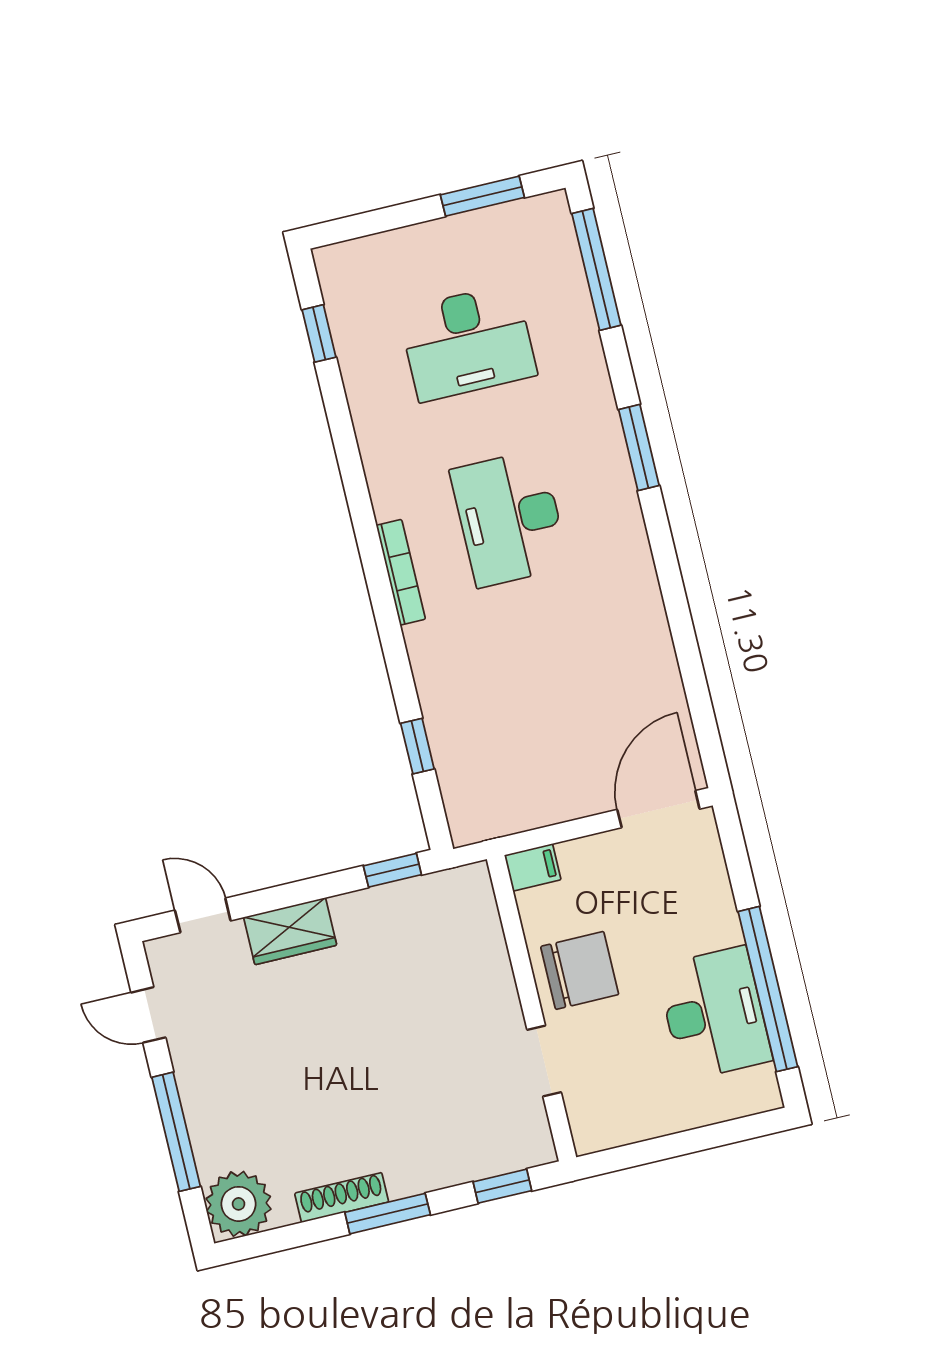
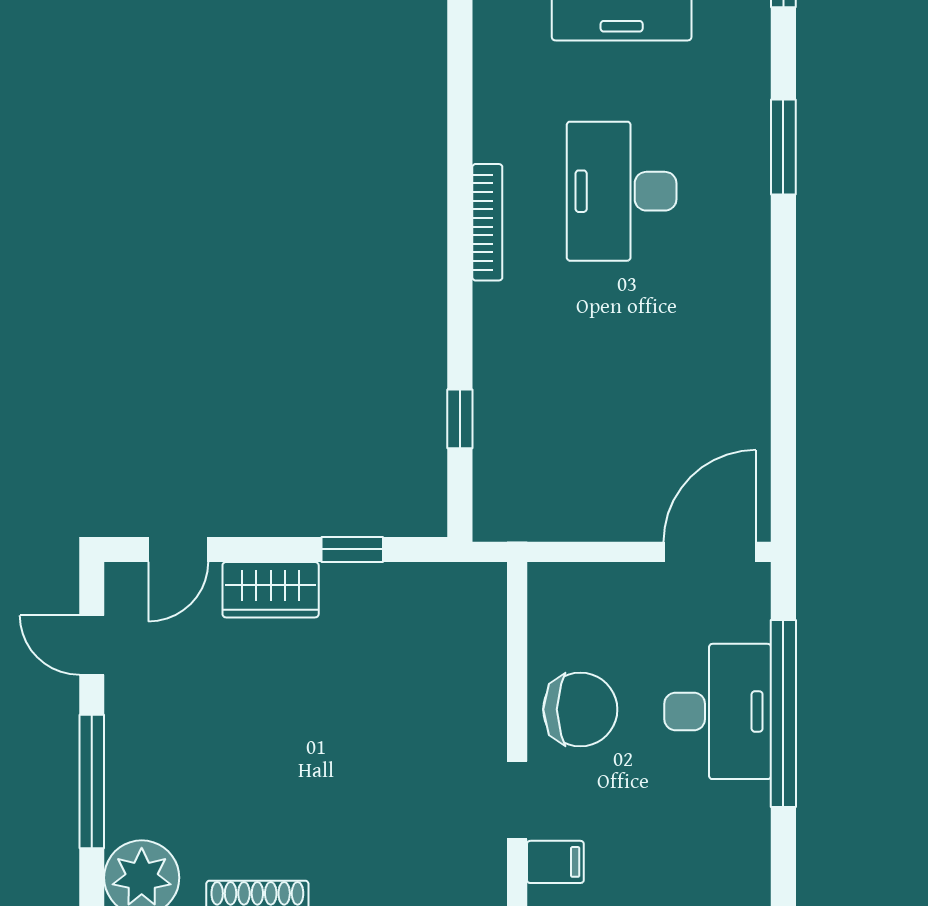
filing cabinet: (533, 867) -> (555, 862), moved
window: (392, 870) -> (352, 549), moved
door: (203, 915) -> (178, 549), swing flipped
window: (768, 989) -> (783, 713), moved
desk: (714, 1013) -> (718, 711), moved

